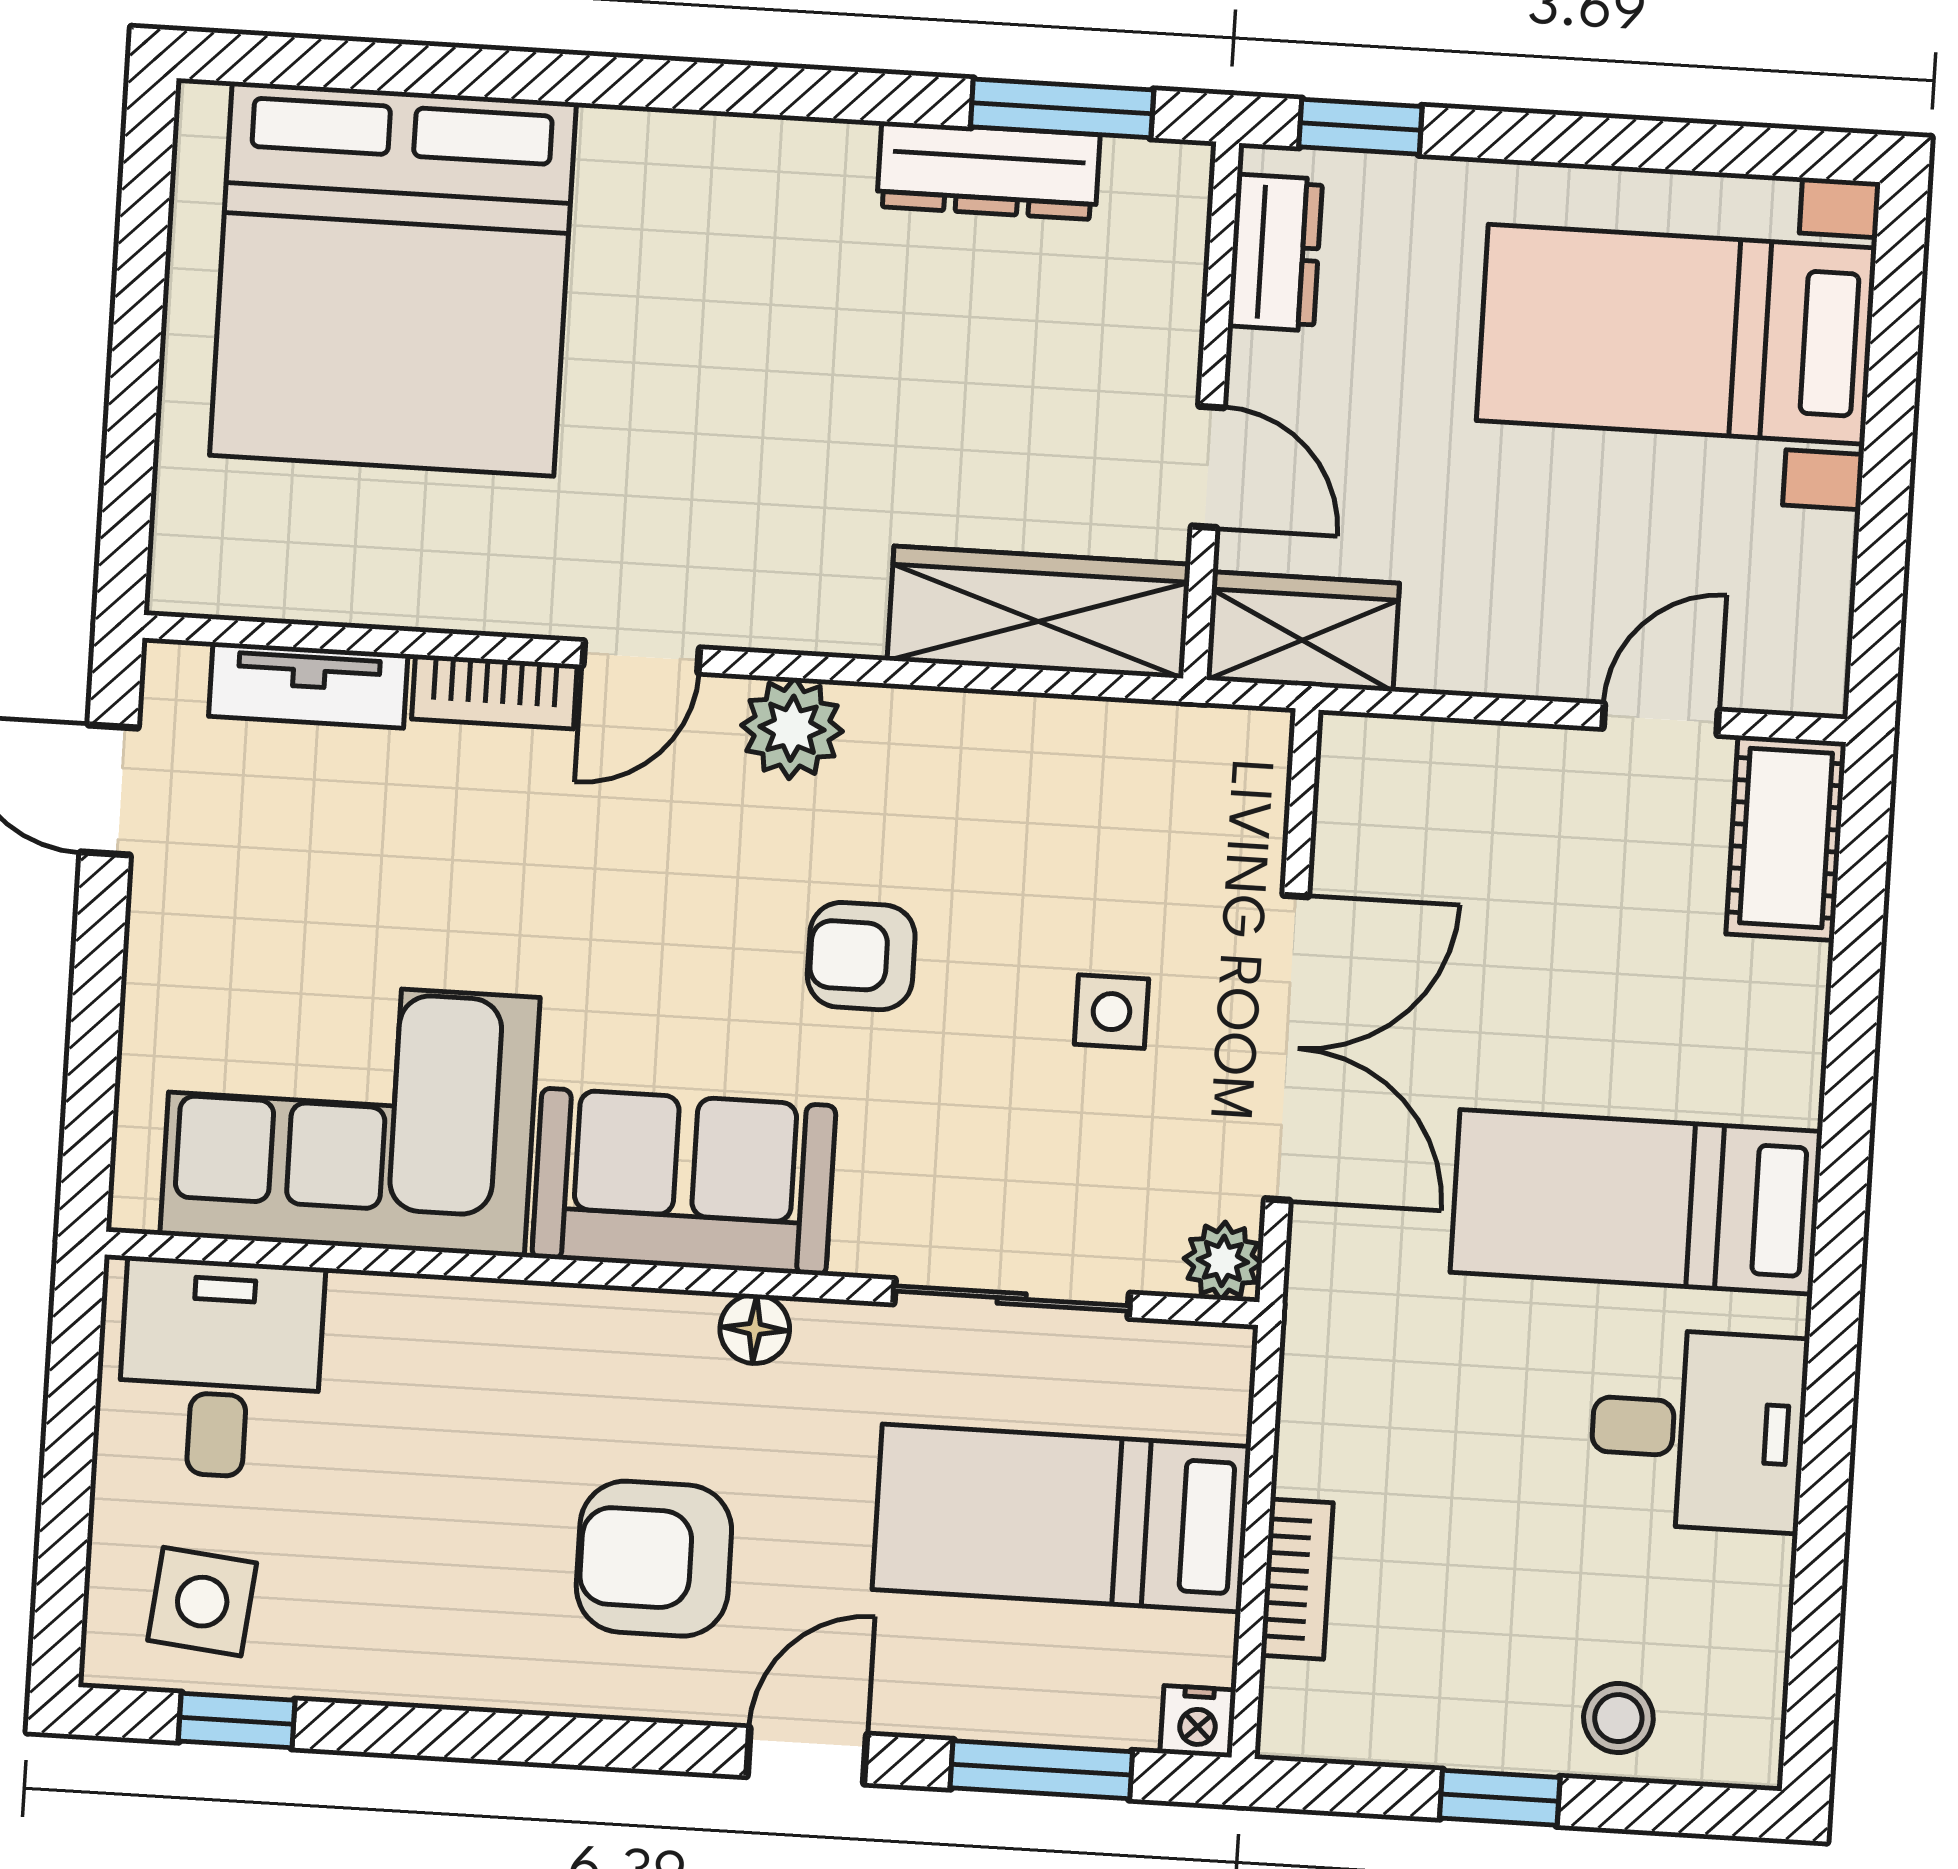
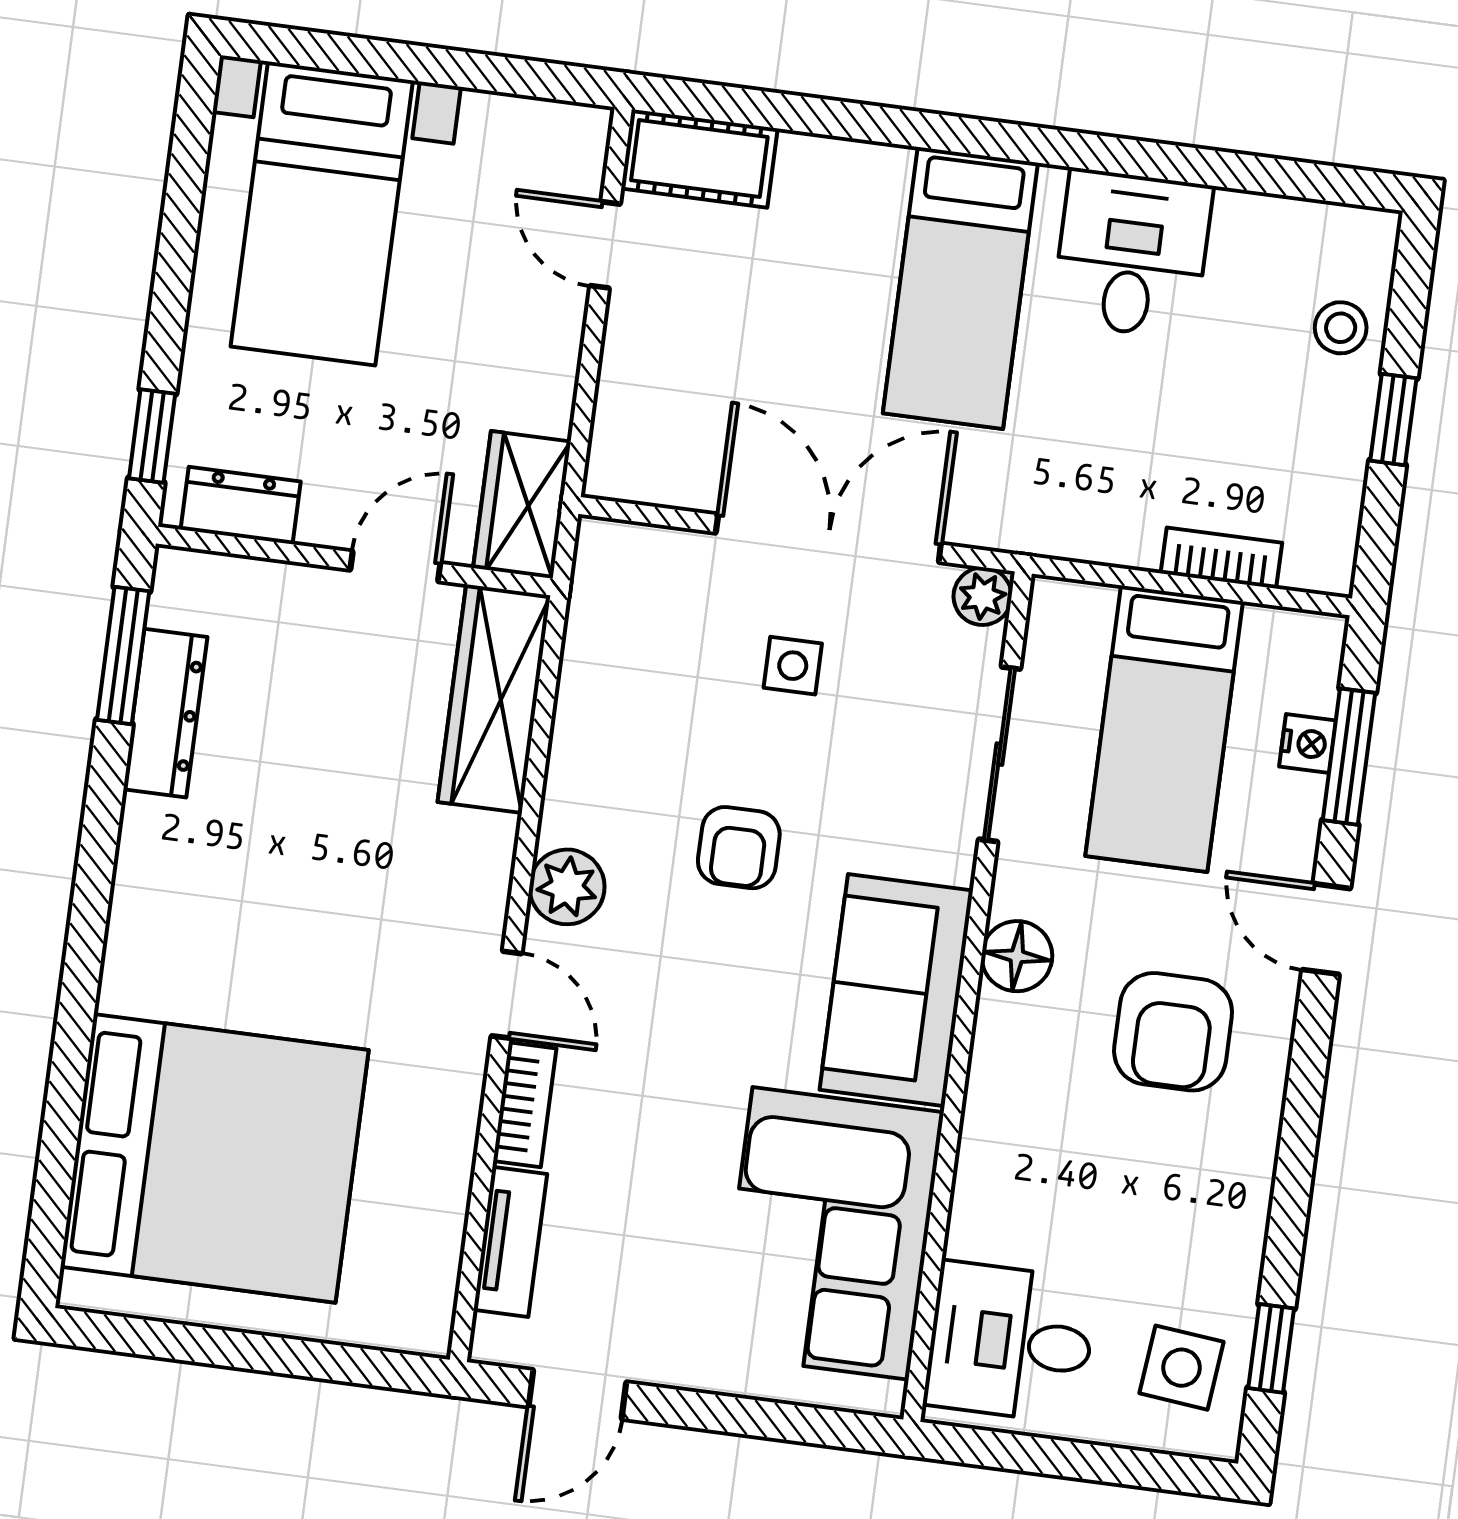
floor lamp: (755, 1329) -> (1017, 956), width x1.37, depth x1.37
nightstand: (1198, 1721) -> (1308, 744), moved

